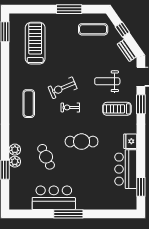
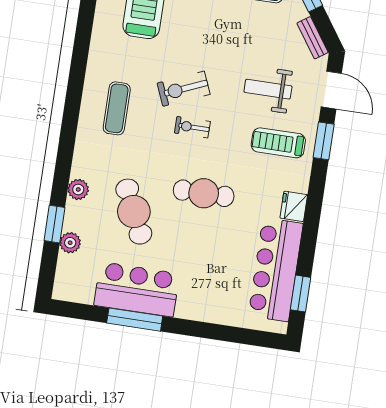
cafe table: (46, 157) -> (134, 212), width x1.37, depth x1.35
plant: (15, 162) -> (70, 243), moved
bar counter: (126, 169) -> (276, 270), width x1.36
window: (68, 214) -> (135, 320), moved

